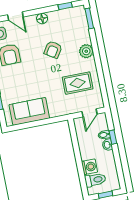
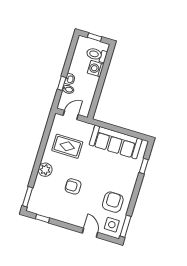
floor lamp: (42, 19) -> (68, 218), removed
armchair: (53, 50) -> (73, 186), turned -123
sofa: (29, 111) -> (116, 142), width x1.36

